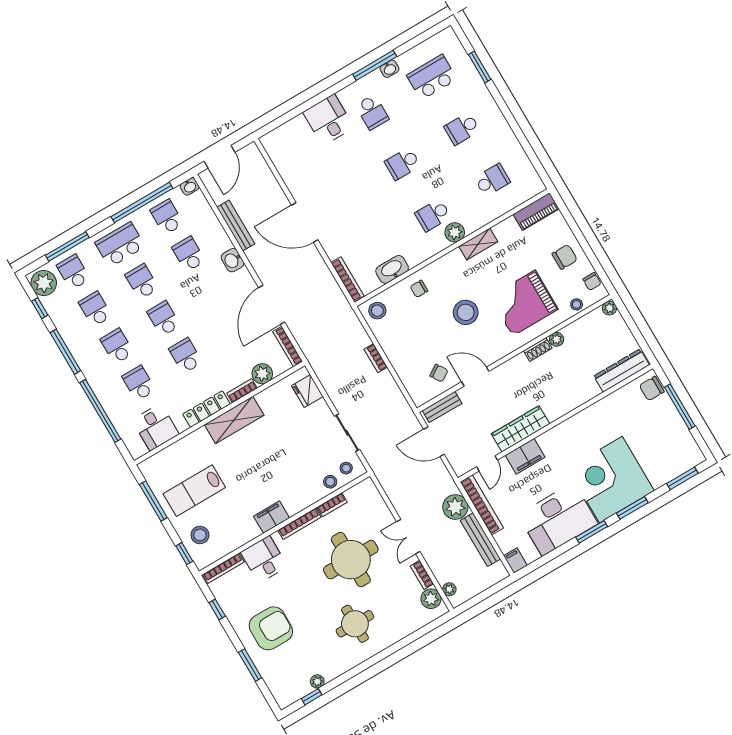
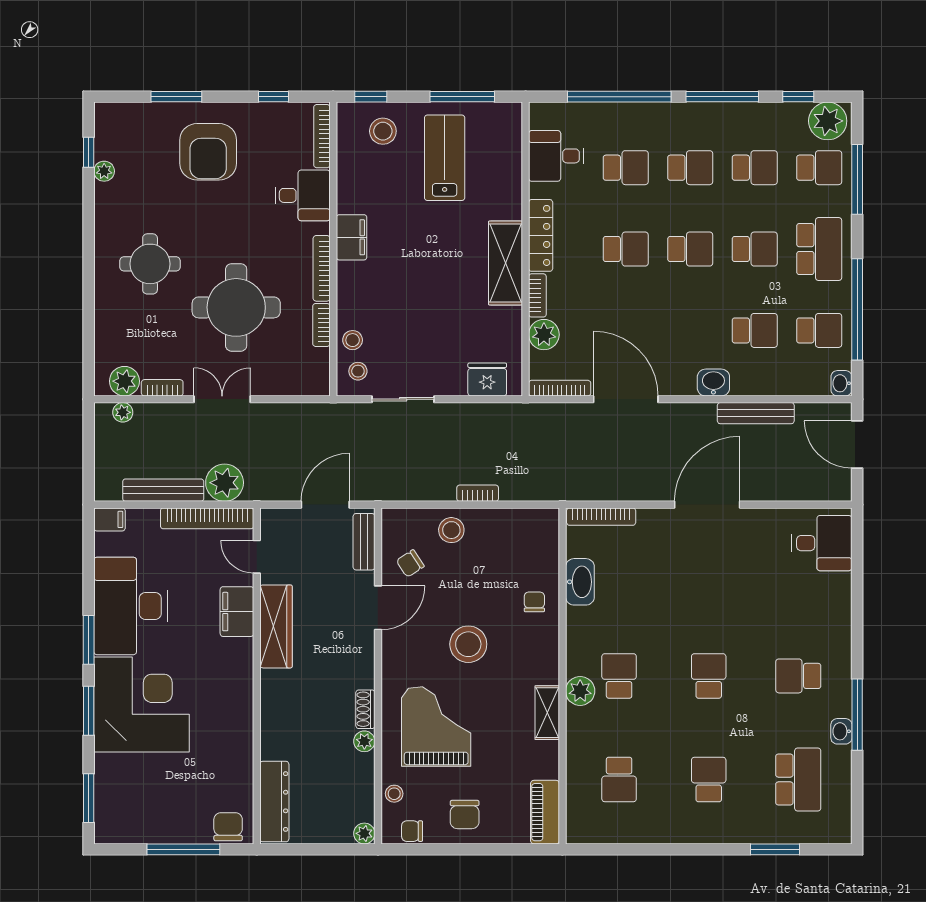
desk: (328, 120) -> (822, 543), moved
stool: (377, 311) -> (451, 530), moved

